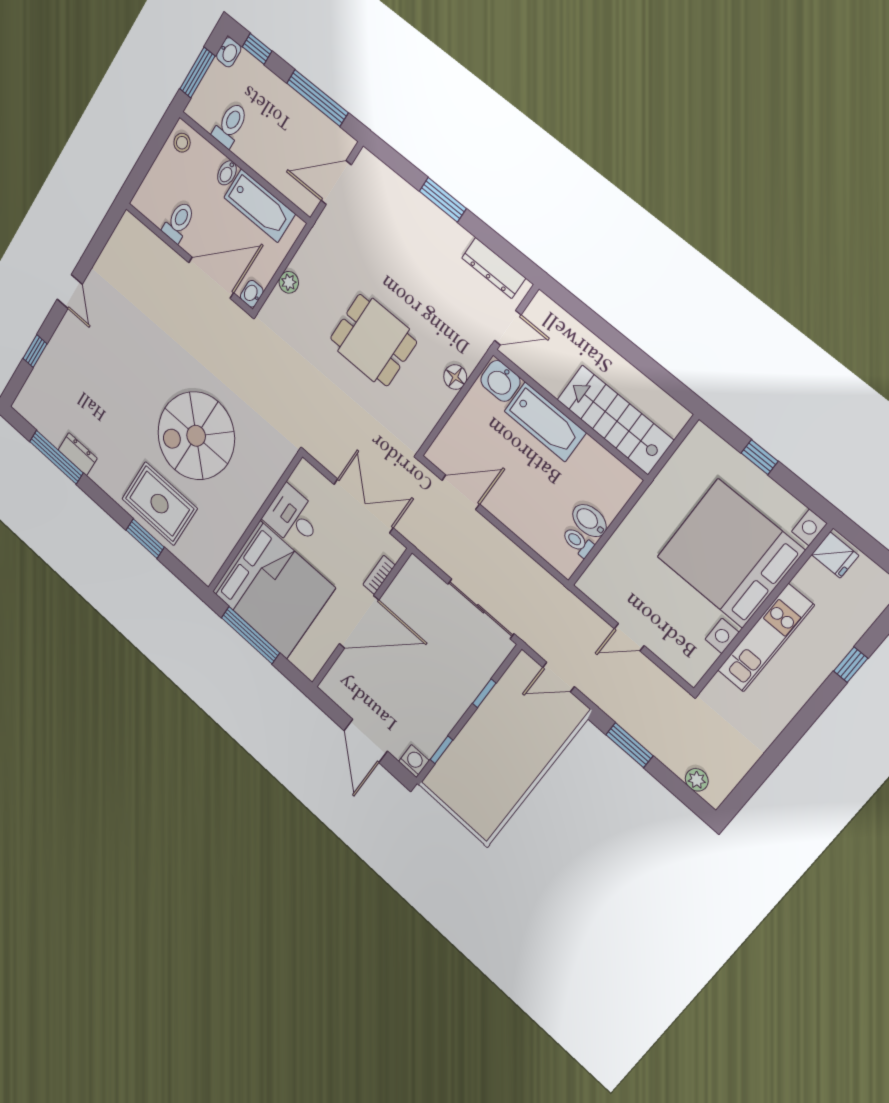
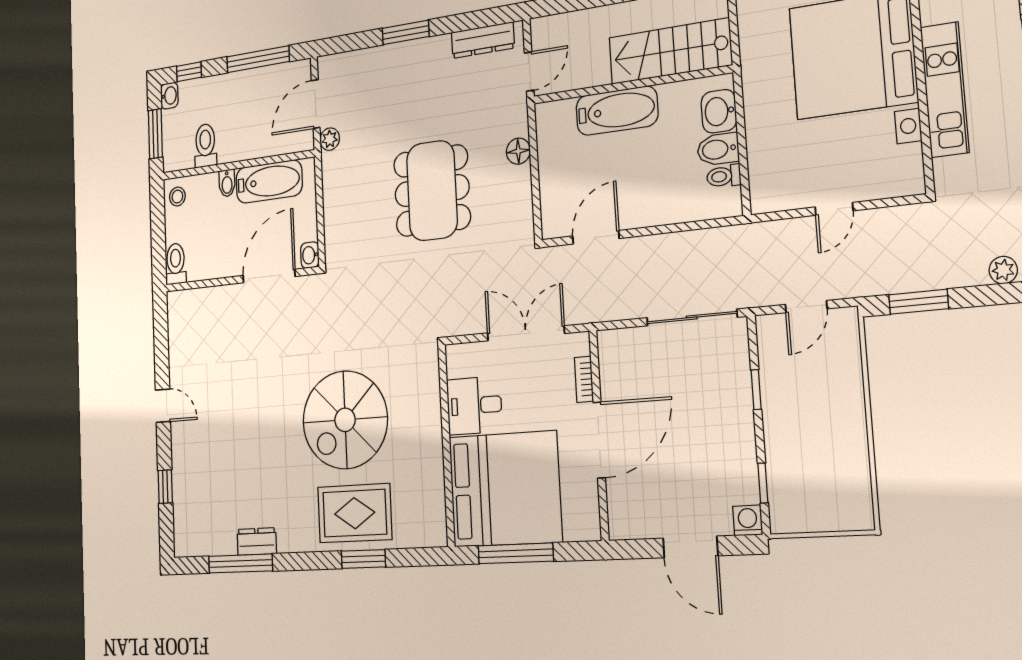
toilet: (179, 222) -> (176, 264), moved
plant: (289, 282) -> (330, 139), moved
dining table: (373, 340) -> (432, 191), width x1.38
washbasin: (500, 381) -> (719, 111), moved, turned 90

